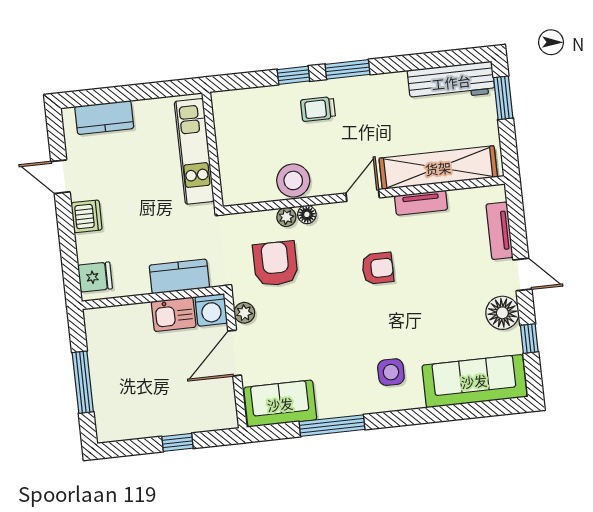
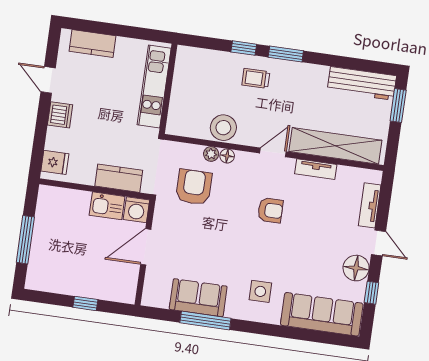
plant: (244, 313) -> (161, 218), removed
sofa: (280, 404) -> (198, 298), moved

